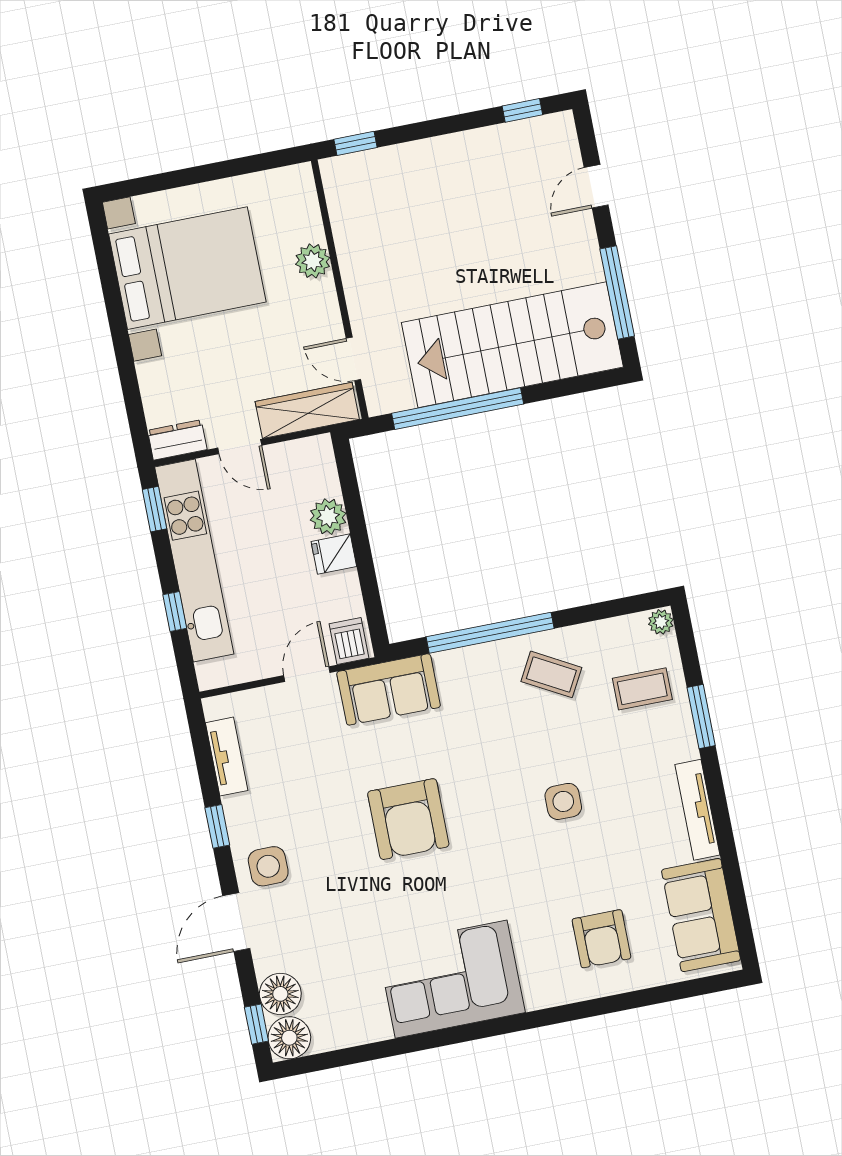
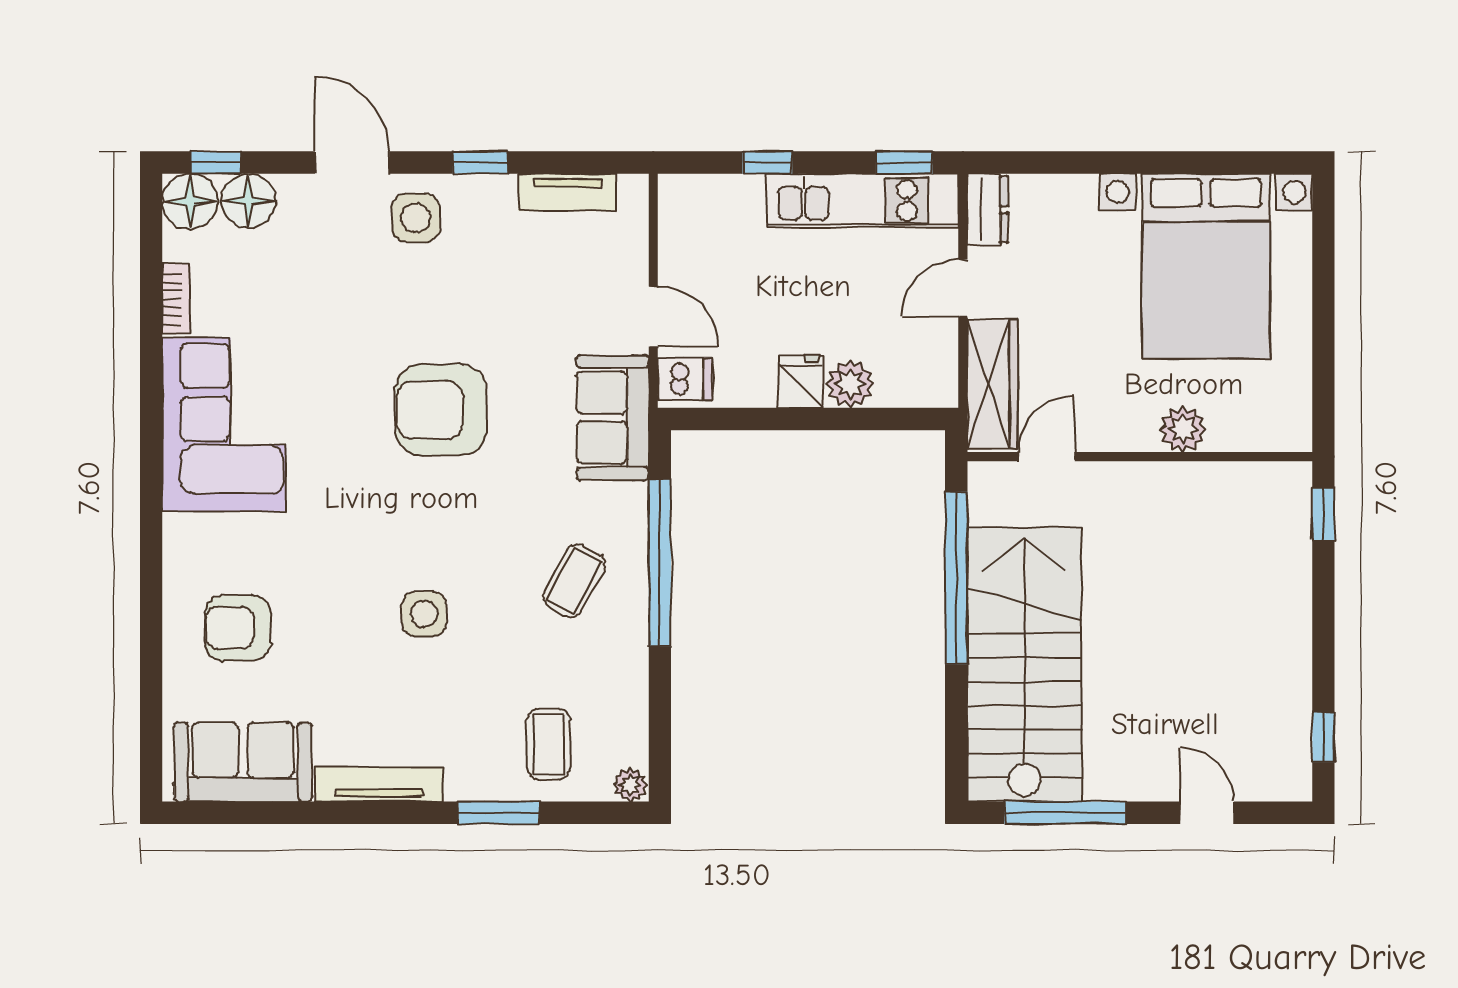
kitchen unit: (194, 561) -> (863, 200), width x0.73
coffee table: (551, 674) -> (574, 581), moved
bookcase: (365, 1034) -> (176, 299), added

